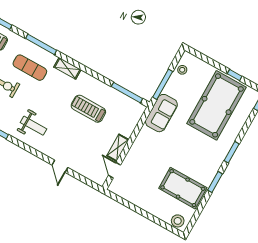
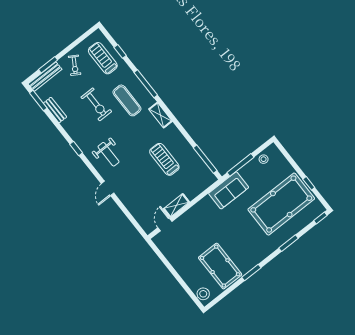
window: (232, 152) -> (289, 243), moved
door: (60, 166) -> (108, 188), moved

